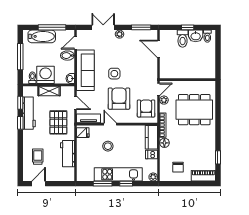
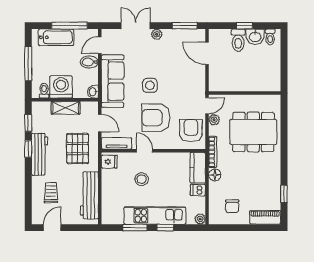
armchair: (119, 99) -> (156, 118), turned -90
workbench: (29, 113) -> (40, 154), moved
workbench: (67, 154) -> (89, 195), width x1.37

